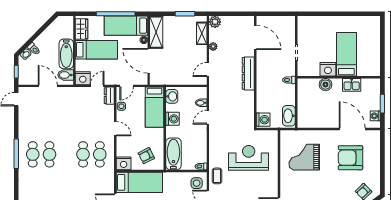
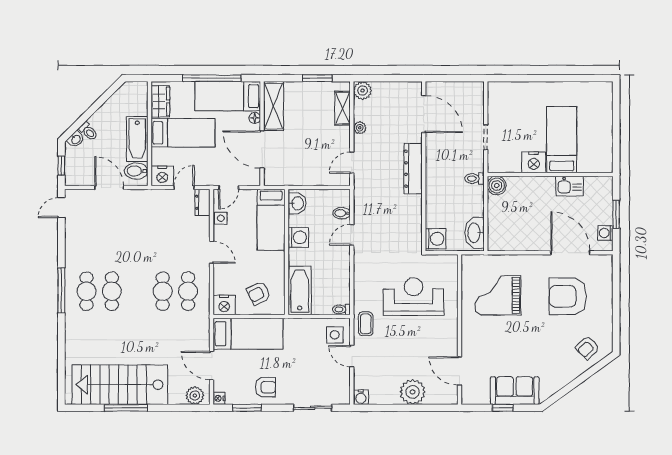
boiler: (325, 85) -> (497, 186), moved

